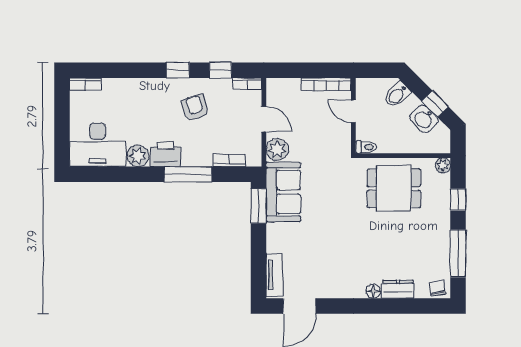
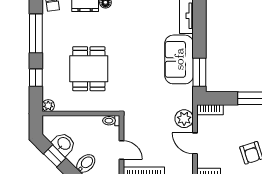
bookcase: (229, 160) -> (210, 110), moved
dining table: (394, 188) -> (89, 69), moved, turned 90
sofa: (283, 192) -> (179, 59), moved

